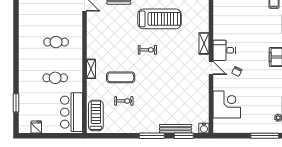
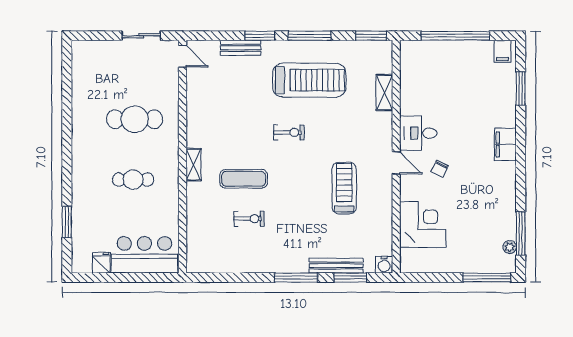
cafe table: (56, 42) -> (135, 119), width x1.37, depth x1.35
shelving: (204, 43) -> (384, 93), moved
bar counter: (71, 112) -> (144, 255), moved, turned 90
treadmill: (96, 116) -> (344, 188), moved

